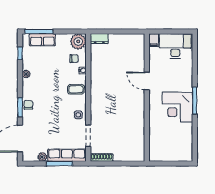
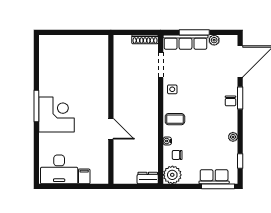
door: (147, 81) -> (111, 129), moved
wall: (147, 98) -> (111, 109), moved
corner desk: (177, 107) -> (57, 114), moved

